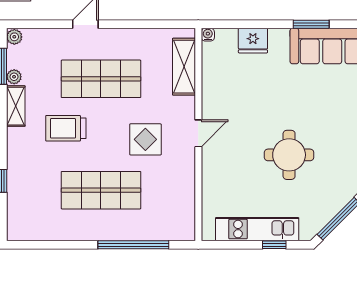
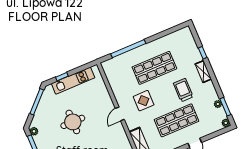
shelving: (16, 106) -> (203, 72), moved
trolley: (66, 128) -> (183, 90), turned -90

